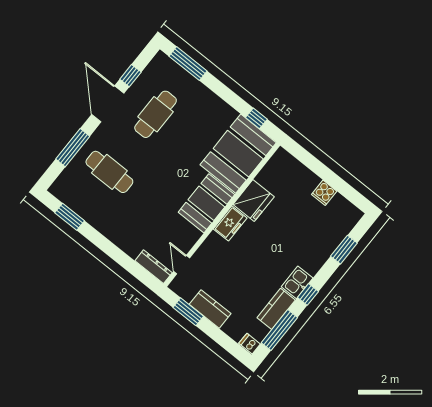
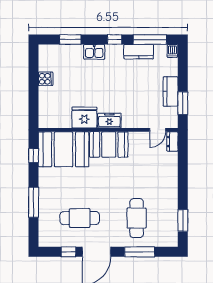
window: (188, 64) -> (34, 202), moved
dresser: (154, 267) -> (172, 142), width x0.70
kitchen sink: (297, 282) -> (94, 52), moved

